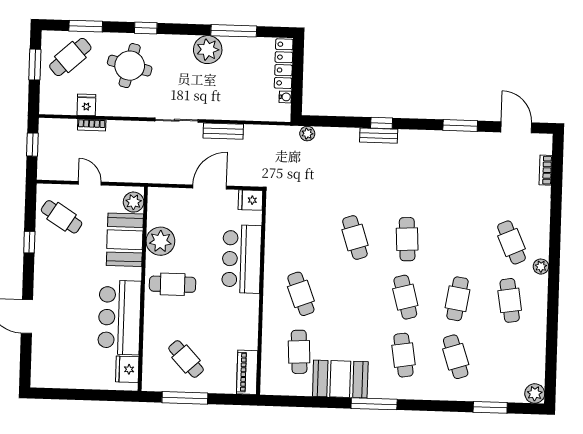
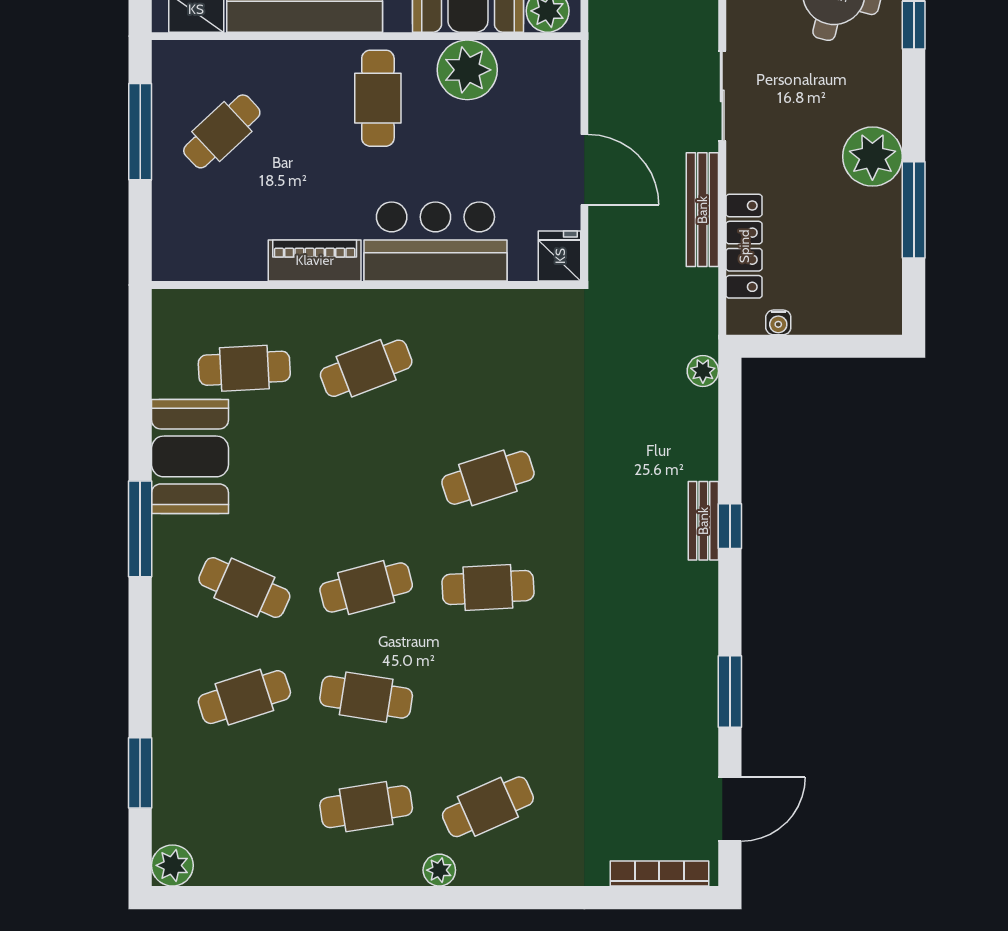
locker: (284, 64) -> (744, 246), moved, turned 90
bench: (223, 131) -> (702, 210), width x1.36
bookcase: (546, 170) -> (659, 874), width x1.56
cafe table: (403, 355) -> (244, 587), turned 33
piano: (247, 372) -> (315, 260), moved

